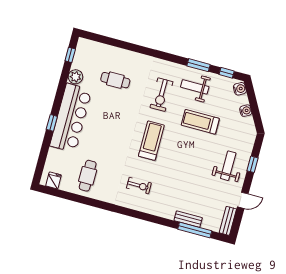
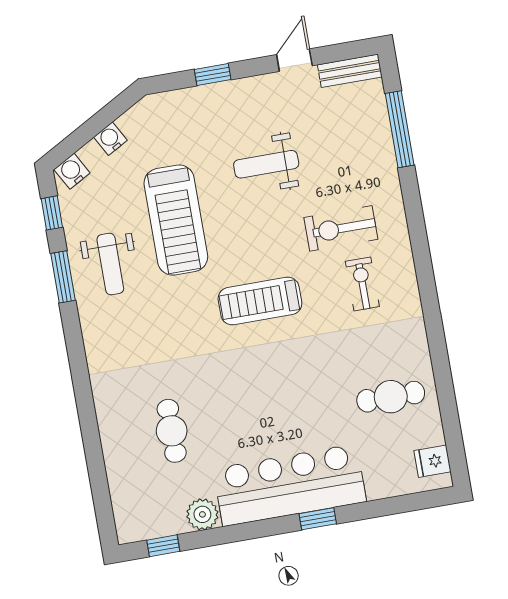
exercise bike: (161, 95) -> (341, 228), moved, turned 180
treadmill: (200, 122) -> (176, 220), width x1.37, depth x1.38
weight bench: (228, 166) -> (266, 164), moved
door: (243, 200) -> (294, 60), hinge flipped
bench: (188, 219) -> (384, 153), removed

